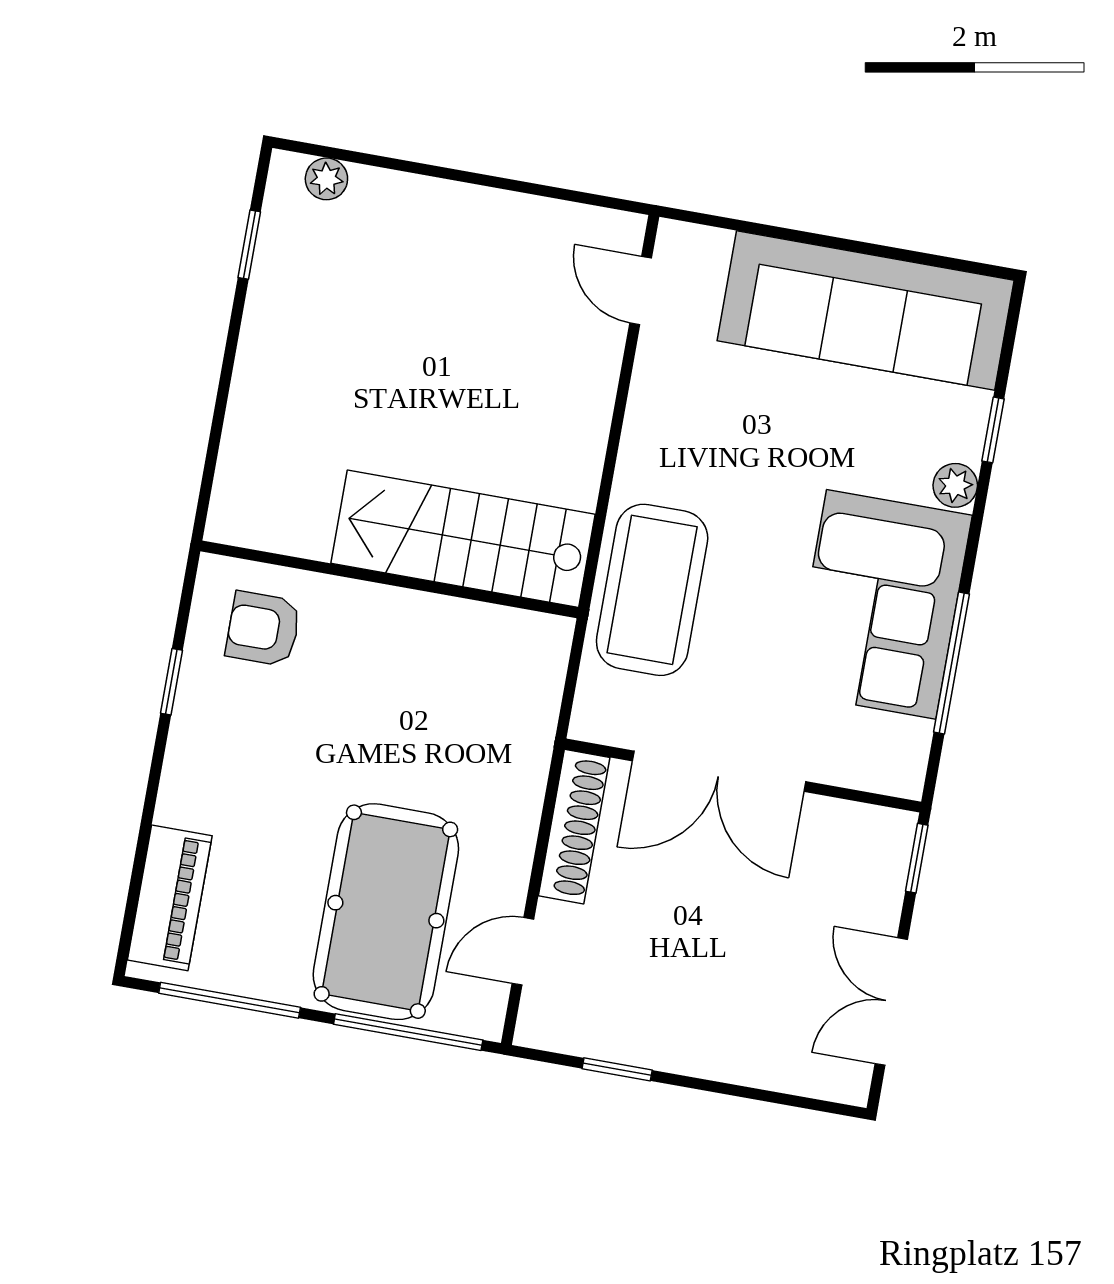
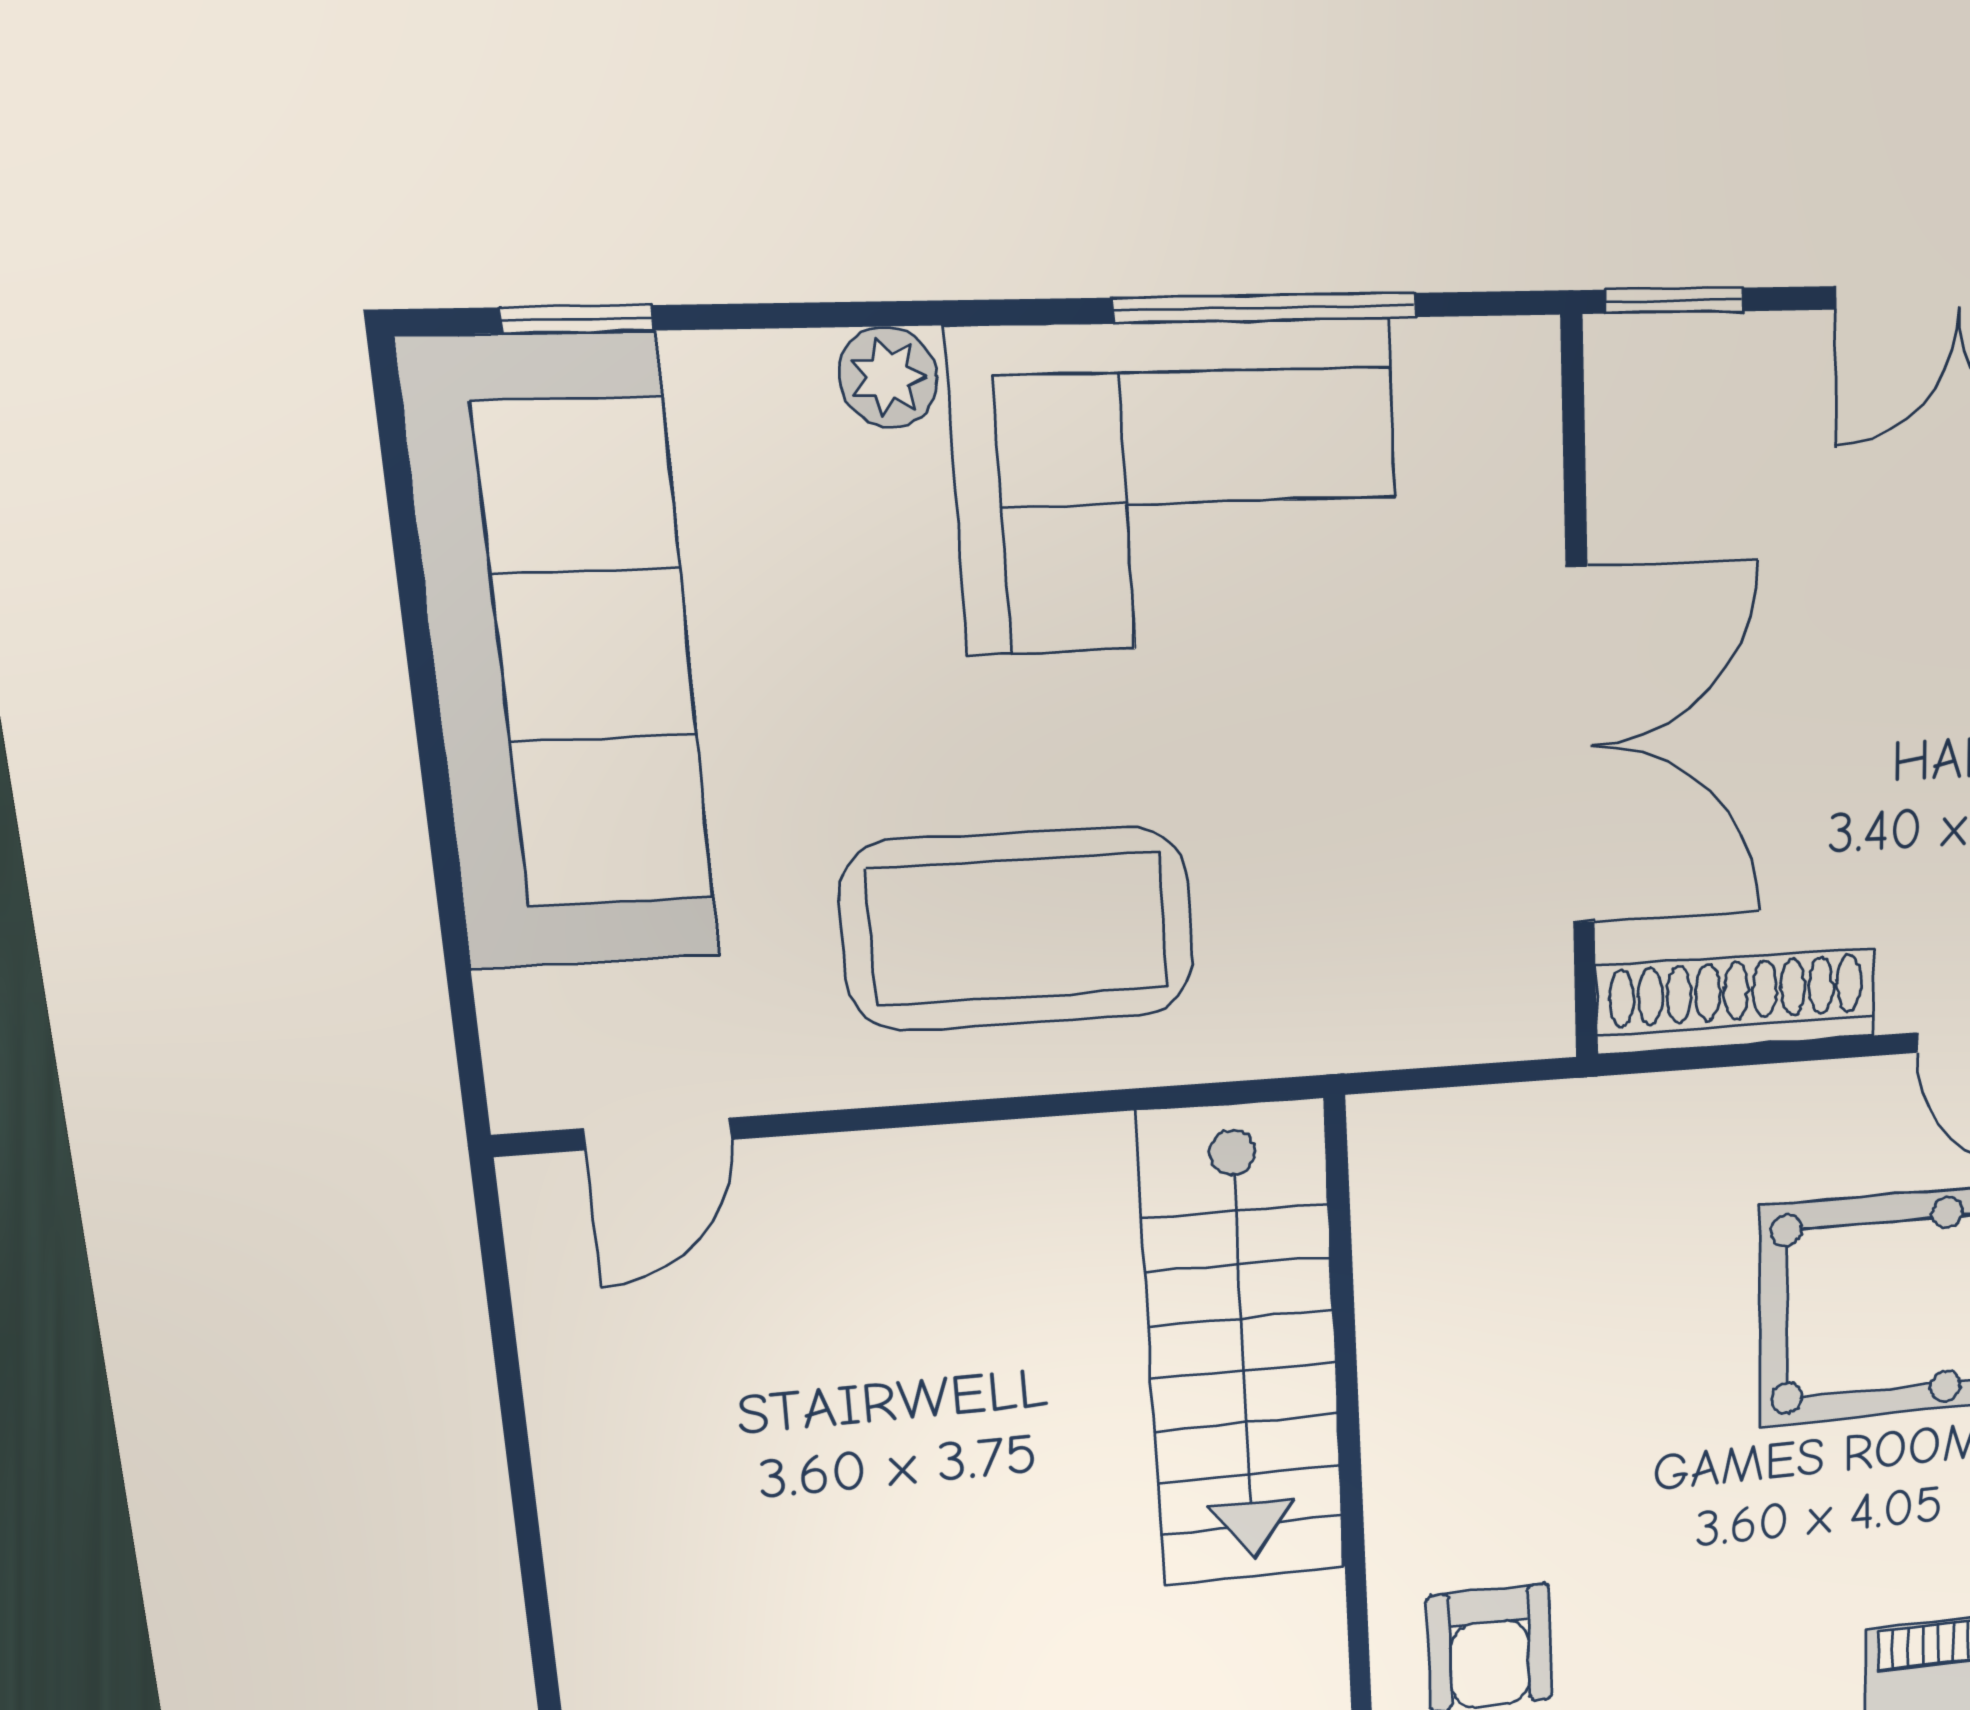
window: (993, 430) -> (576, 319), moved
coffee table: (652, 590) -> (1018, 929), moved

